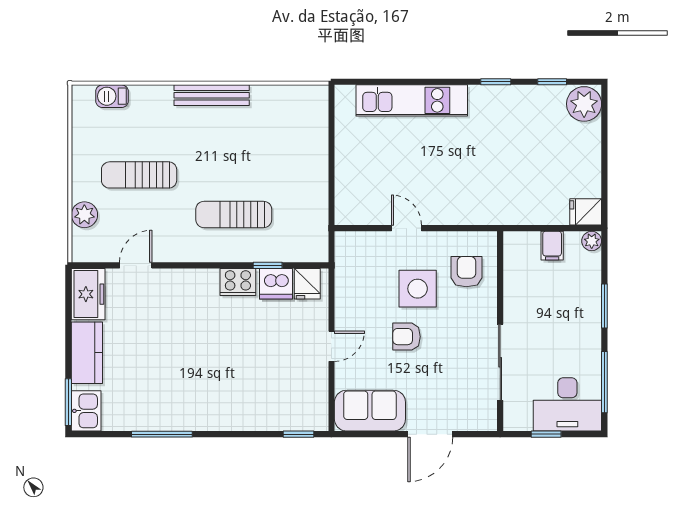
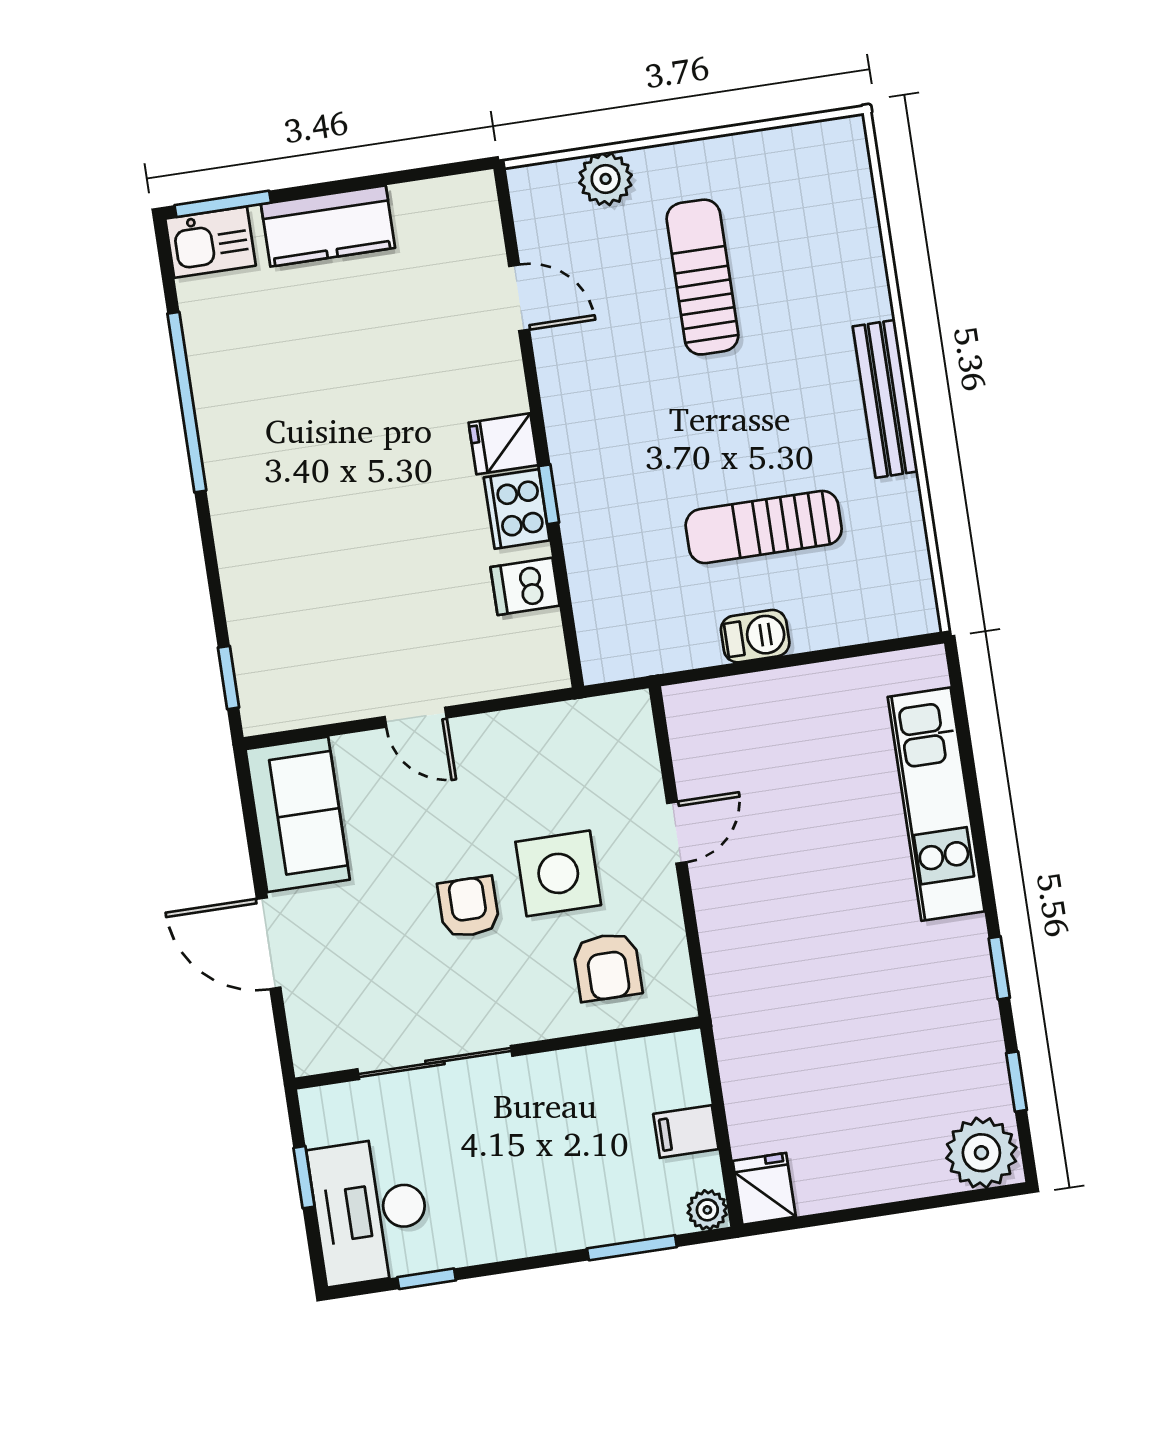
barbecue: (112, 96) -> (755, 636), moved, turned 90
sun lounger: (234, 214) -> (764, 527), moved, turned -90
window: (268, 265) -> (549, 494), moved
armchair: (466, 272) -> (607, 967), turned 90
dishwasher: (276, 284) -> (525, 586), width x0.73
fridge: (307, 284) -> (503, 444), moved
freezer: (88, 294) -> (447, 211), removed
window: (604, 306) -> (632, 1248), moved
armchair: (406, 337) -> (469, 907), moved
window: (604, 382) -> (427, 1279), width x0.46
window: (162, 434) -> (187, 402), width x1.46

